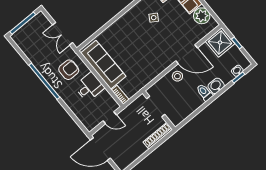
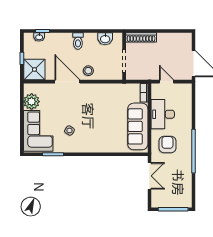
armchair: (69, 70) -> (167, 144), turned 90
washbasin: (216, 86) -> (105, 39), moved
desk: (89, 87) -> (163, 114), width x1.37

